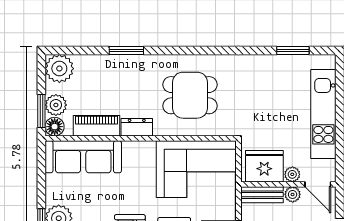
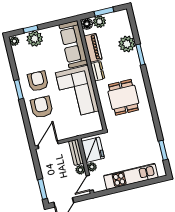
plant: (59, 69) -> (127, 44), moved
window: (41, 111) -> (104, 12), moved
corner sofa: (196, 169) -> (77, 92), moved

